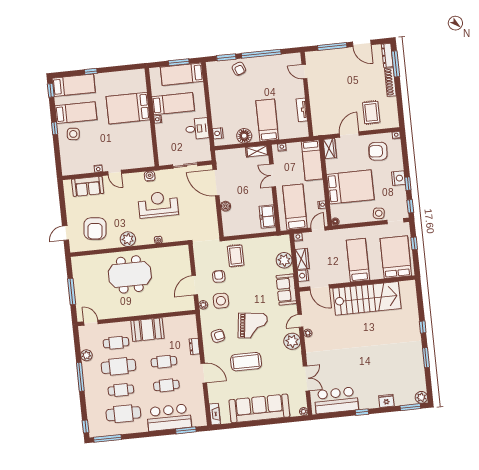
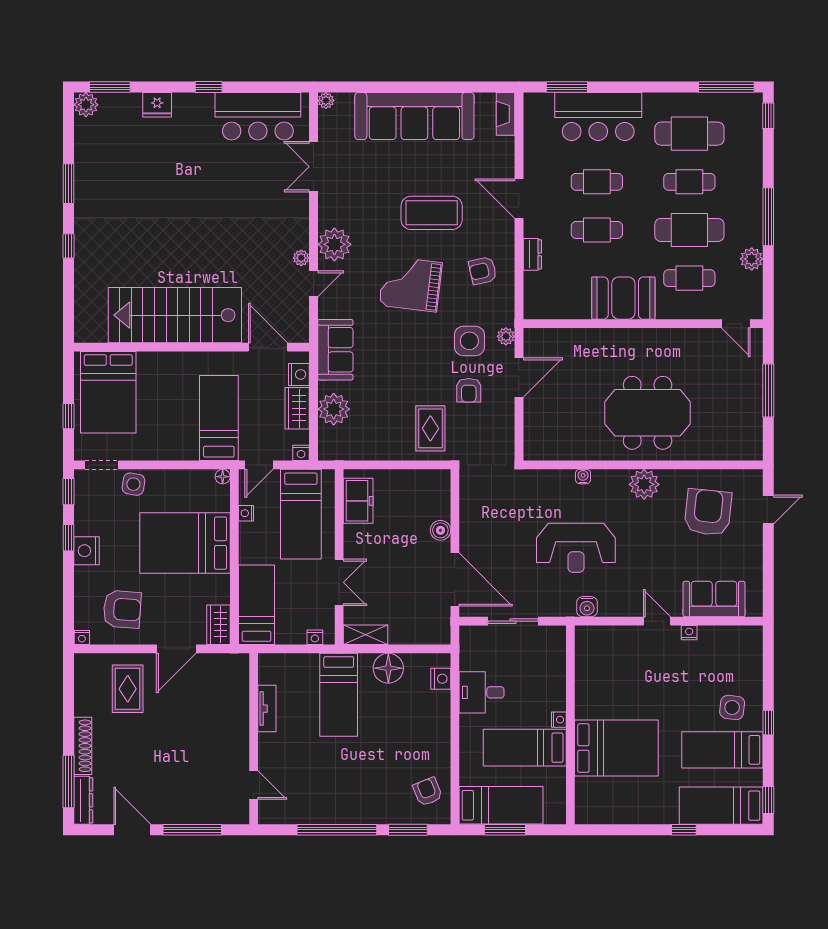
armchair: (239, 69) -> (428, 792), moved
bed: (358, 260) -> (219, 418), moved, turned 180

